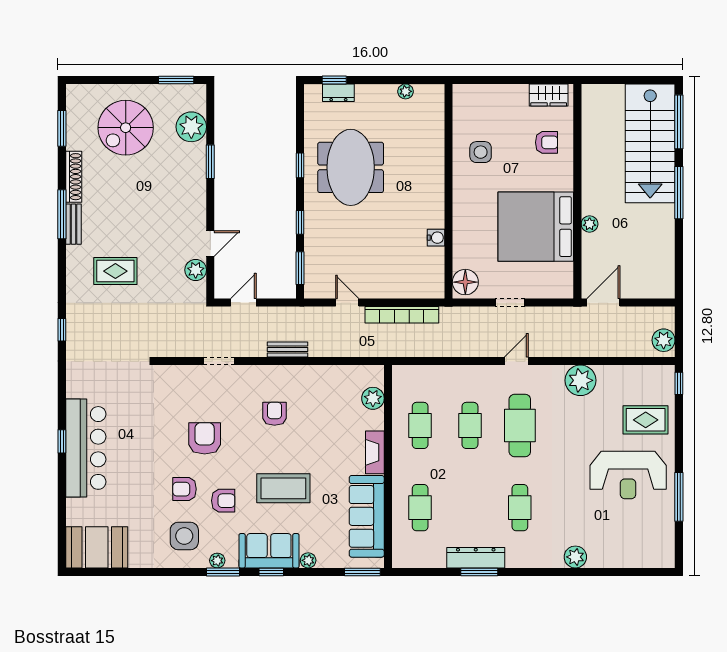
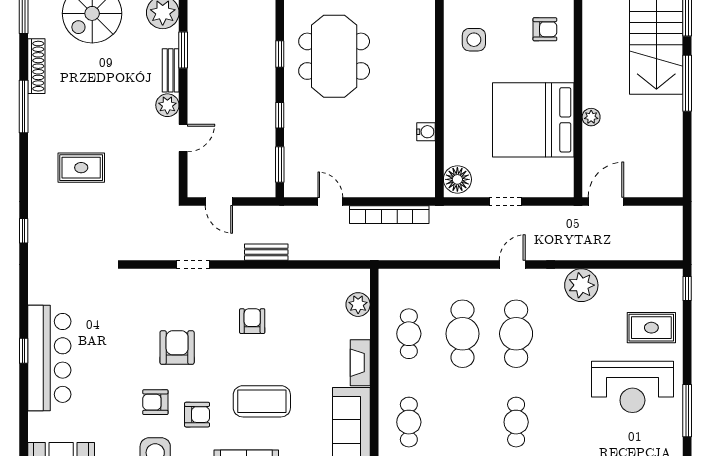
bench: (74, 224) -> (171, 70), moved
plant: (196, 270) -> (167, 105), moved
door: (243, 303) -> (219, 201), swing flipped
plant: (664, 340) -> (671, 242), removed
cafe table: (470, 425) -> (462, 334), width x1.37, depth x1.35

